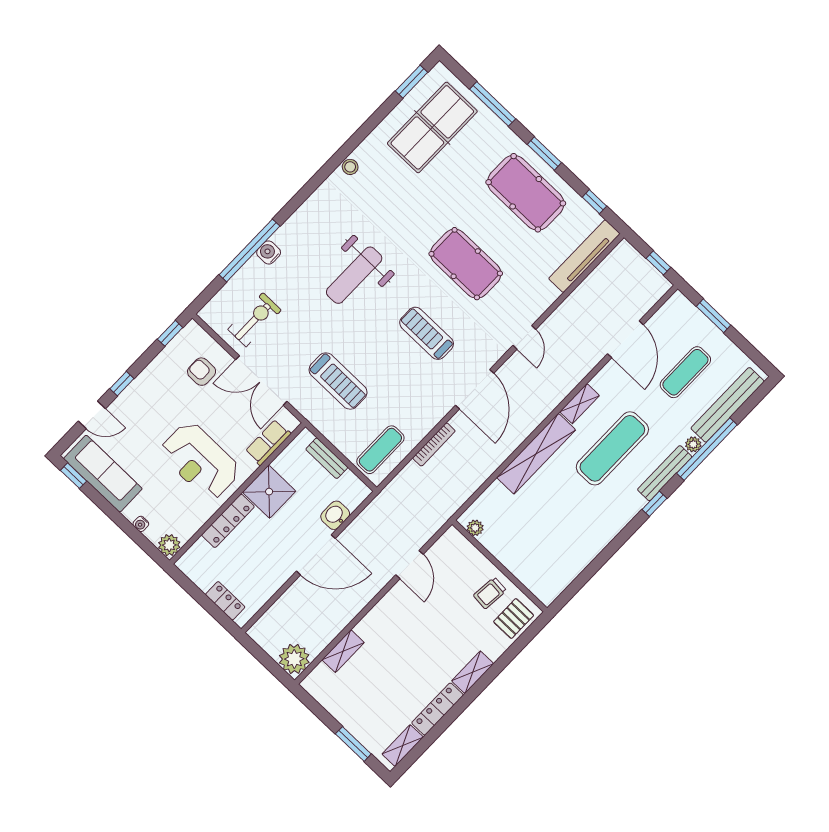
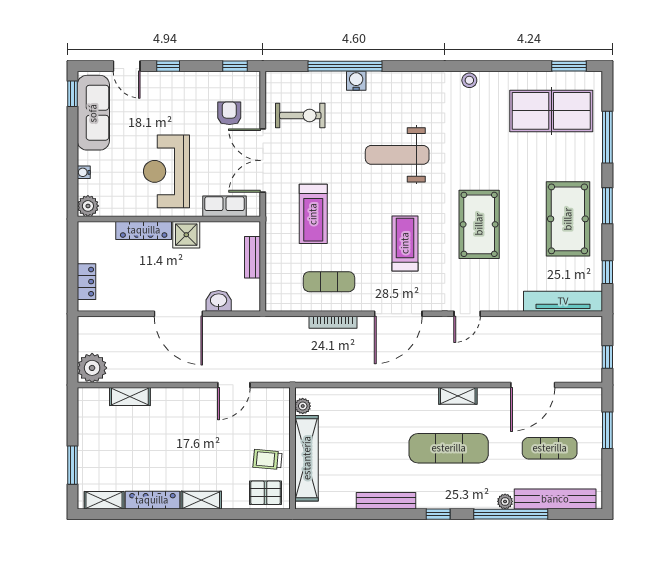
exercise mat: (380, 450) -> (329, 282), moved
shelving: (536, 454) -> (307, 458), moved, turned 90
bench: (665, 473) -> (386, 501), moved
shower: (269, 492) -> (186, 235), width x0.73, depth x0.73

